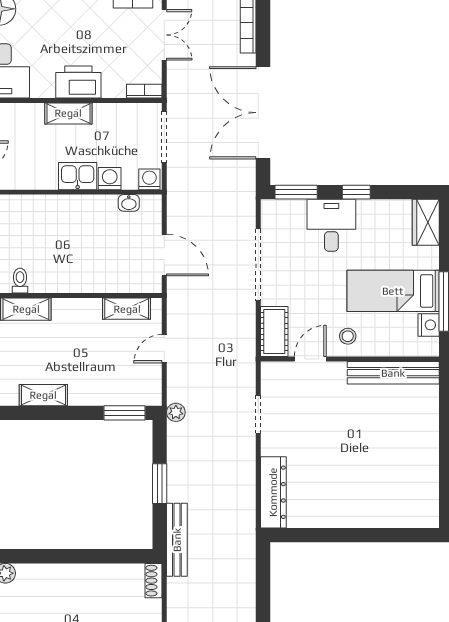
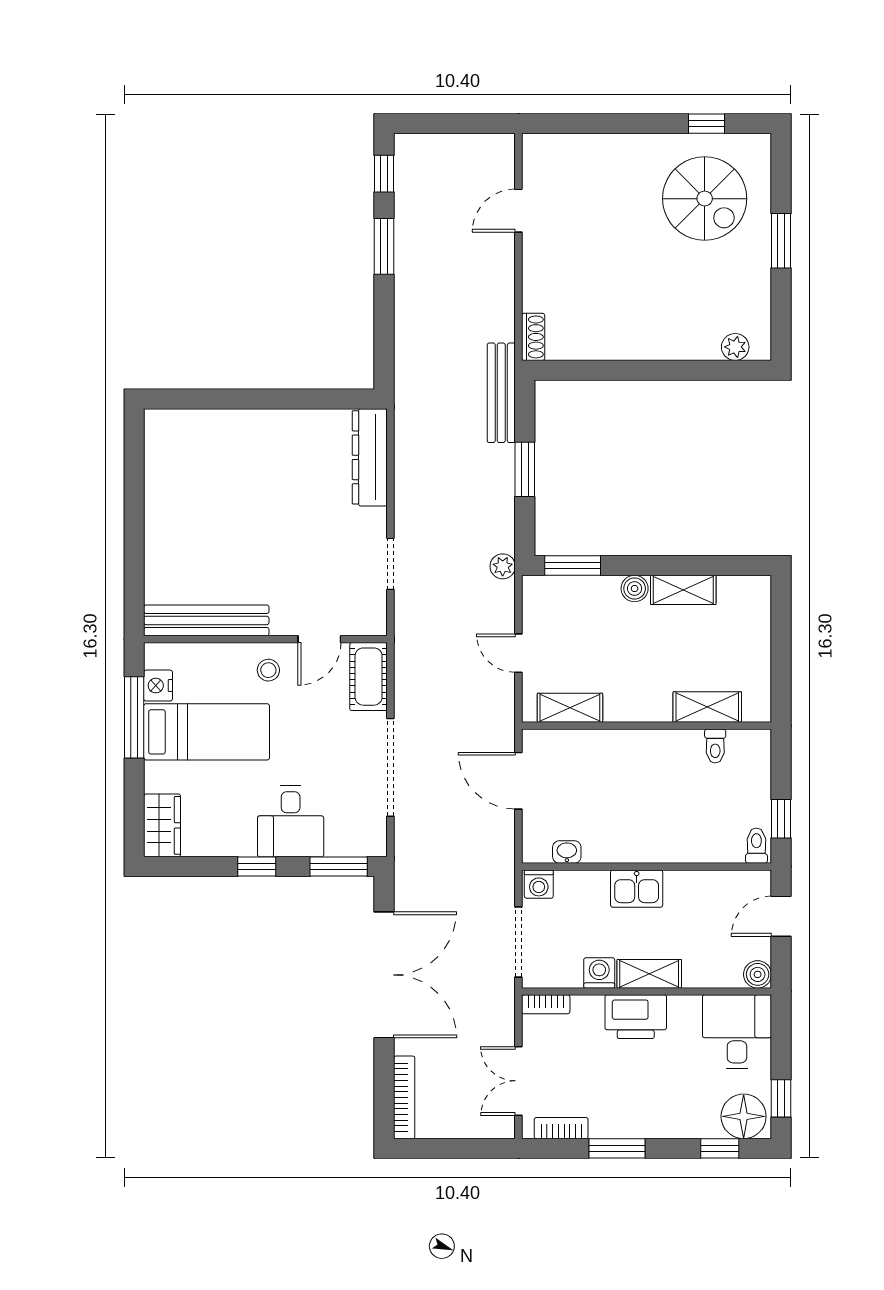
washing machine: (110, 179) -> (599, 973), moved, turned 180
door: (164, 349) -> (518, 653), swing flipped
boiler: (79, 396) -> (635, 589), added

